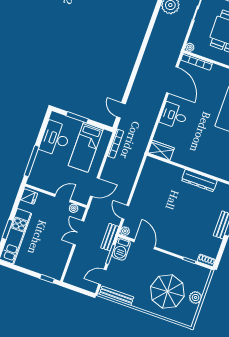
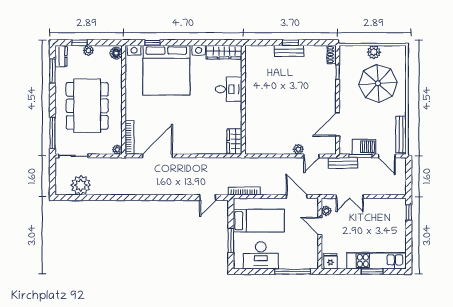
desk: (174, 116) -> (229, 89), moved, turned -90
dresser: (199, 181) -> (252, 91), removed
plant: (125, 231) -> (298, 149), moved
barbecue: (121, 249) -> (364, 147), moved

